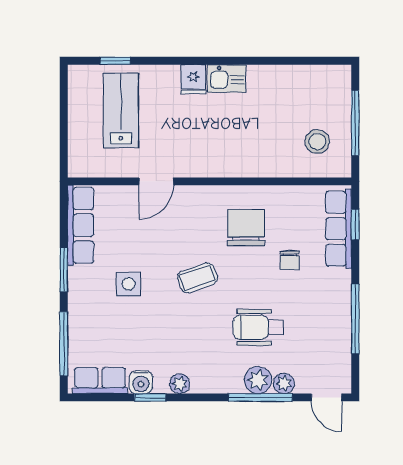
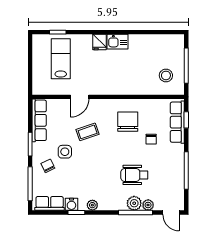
coffee table: (197, 278) -> (88, 132), moved
chair: (97, 310) -> (48, 166), added

